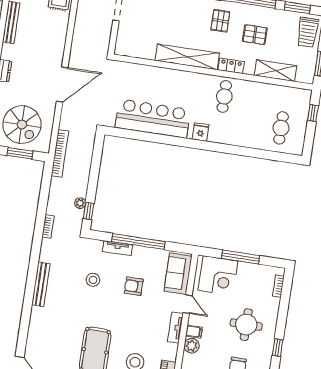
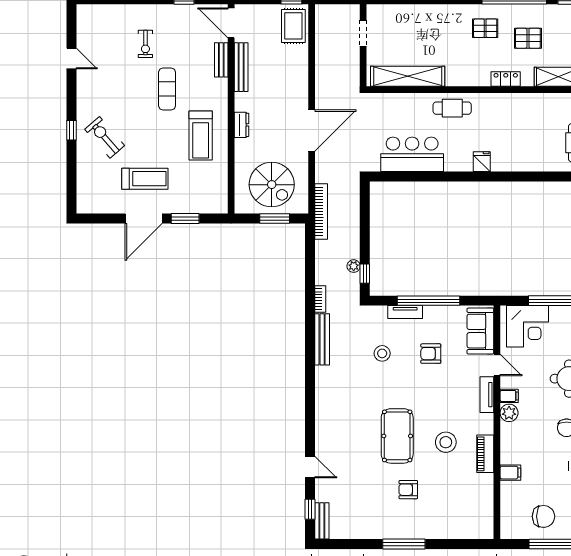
pallet: (220, 21) -> (485, 28), turned 90
shelving: (187, 57) -> (408, 76), moved
cafe table: (224, 96) -> (452, 108), moved, turned 90
bar counter: (153, 118) -> (412, 154), width x0.73
bench: (41, 284) -> (322, 339), moved

